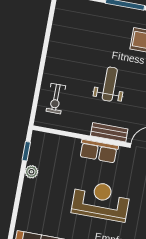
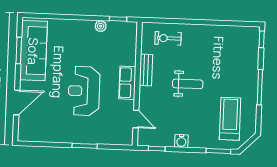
bench: (109, 132) -> (146, 70), moved
reception desk: (101, 201) -> (84, 91), turned 180

